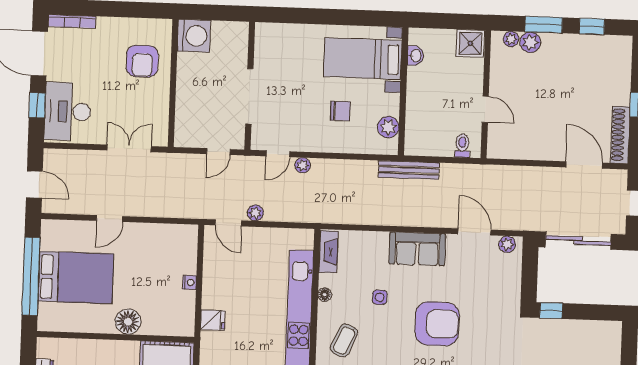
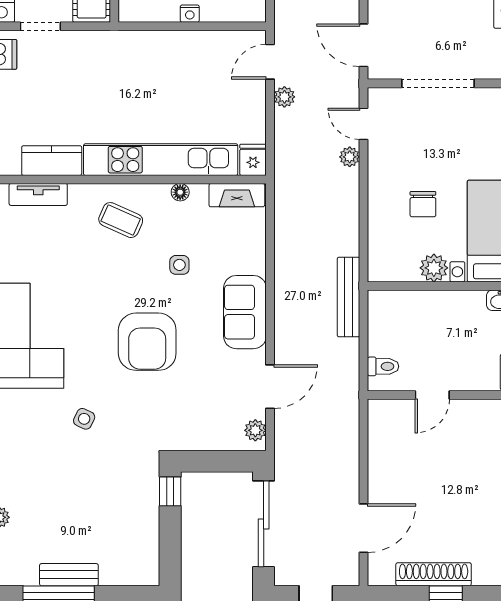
plant: (388, 127) -> (434, 268), moved
shoe rack: (620, 135) -> (434, 574), moved
door: (218, 152) -> (364, 45), width x1.38
fridge: (213, 320) -> (253, 160), moved, turned 180

